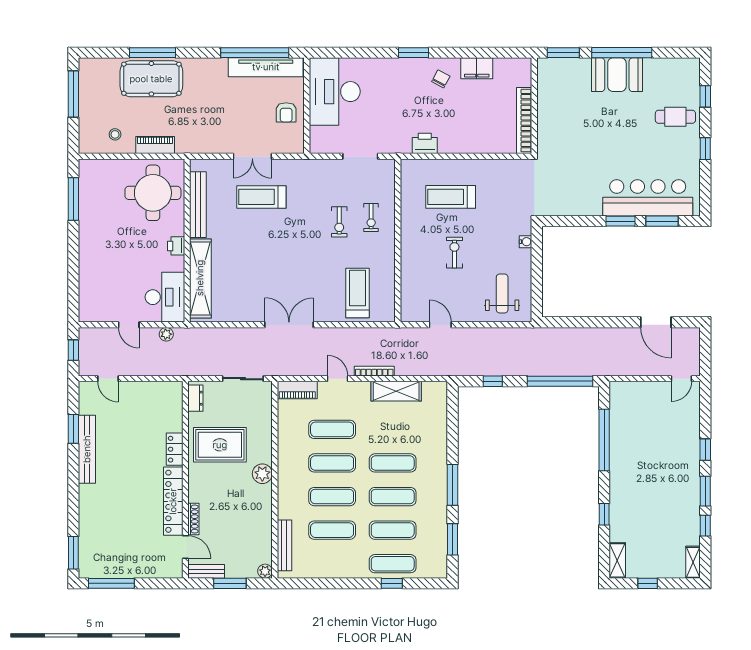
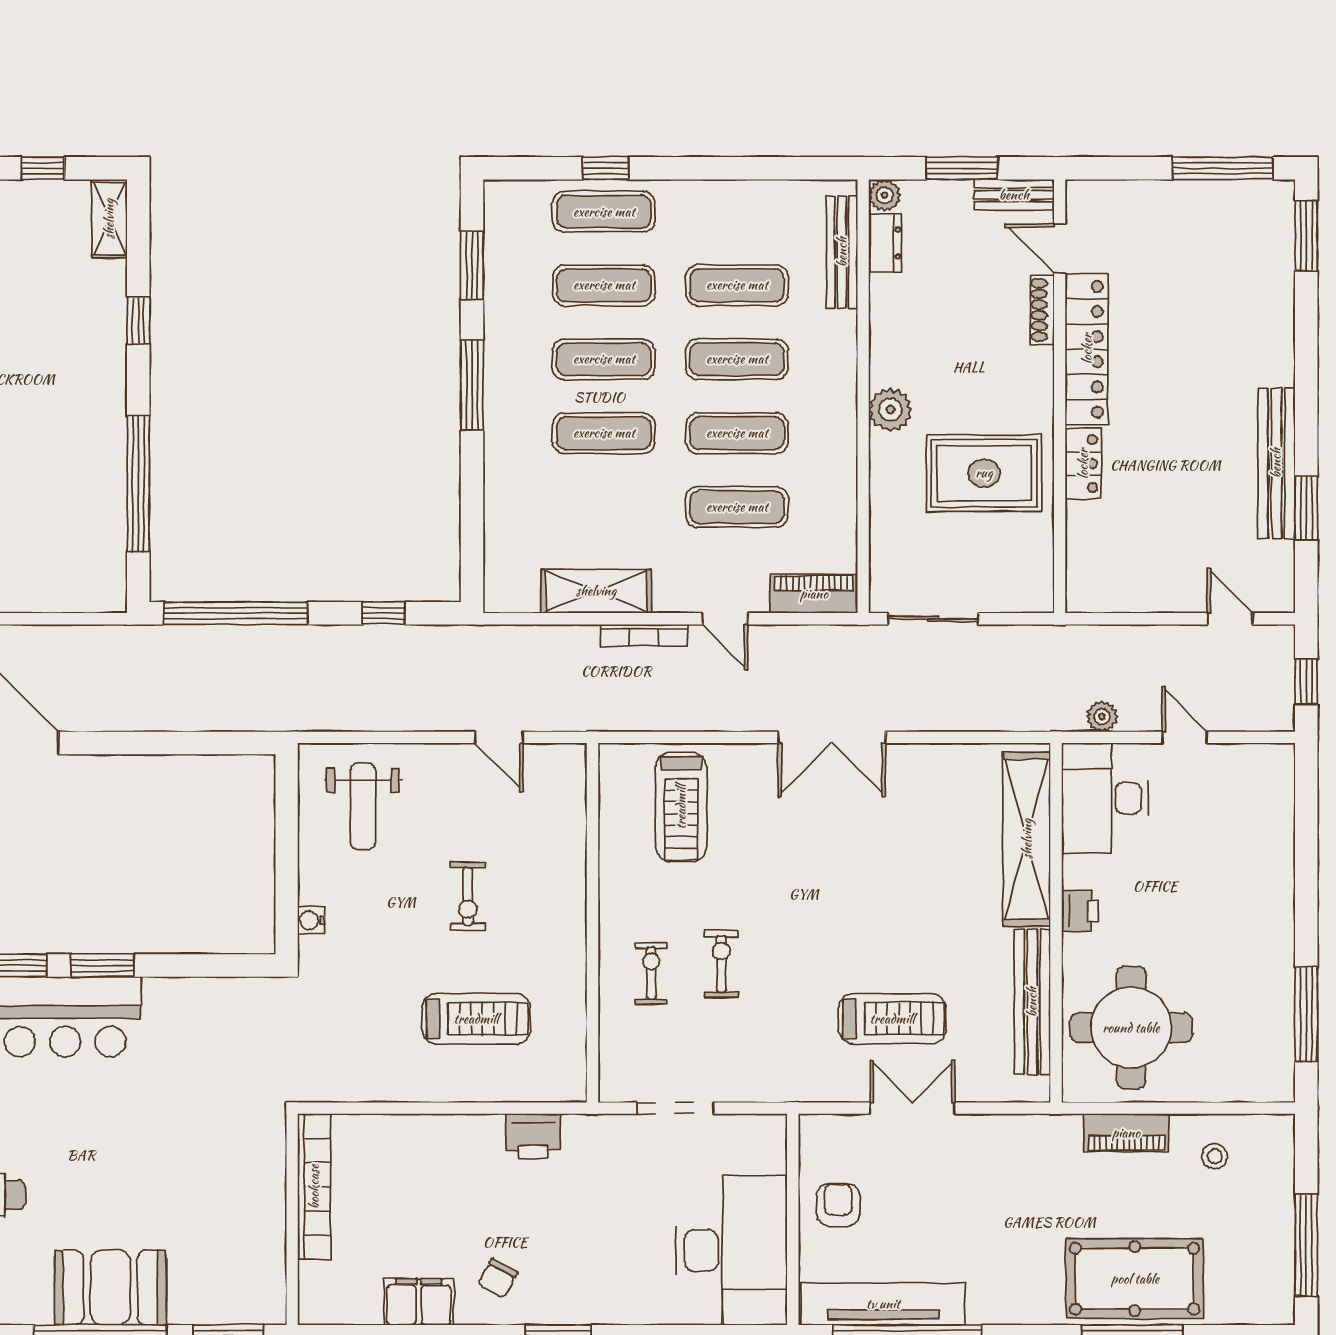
dresser: (195, 398) -> (885, 243), moved, turned 180

